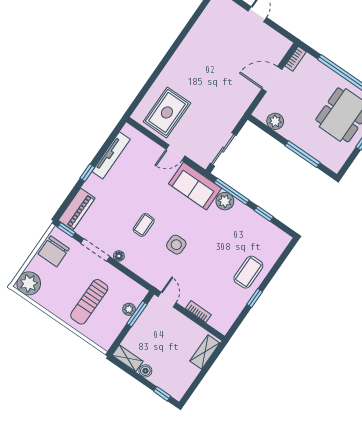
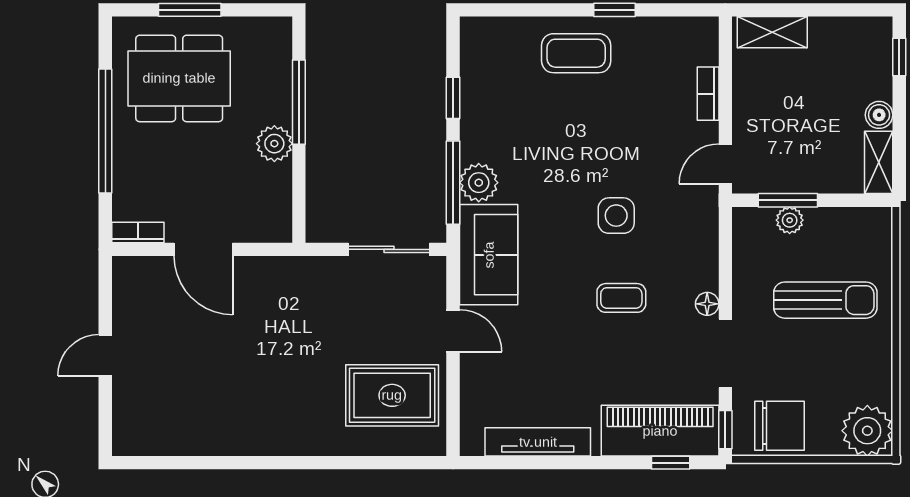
plant: (275, 121) -> (274, 144), moved
window: (87, 173) -> (671, 463), moved
piano: (77, 209) -> (660, 431), width x1.37, depth x1.33

